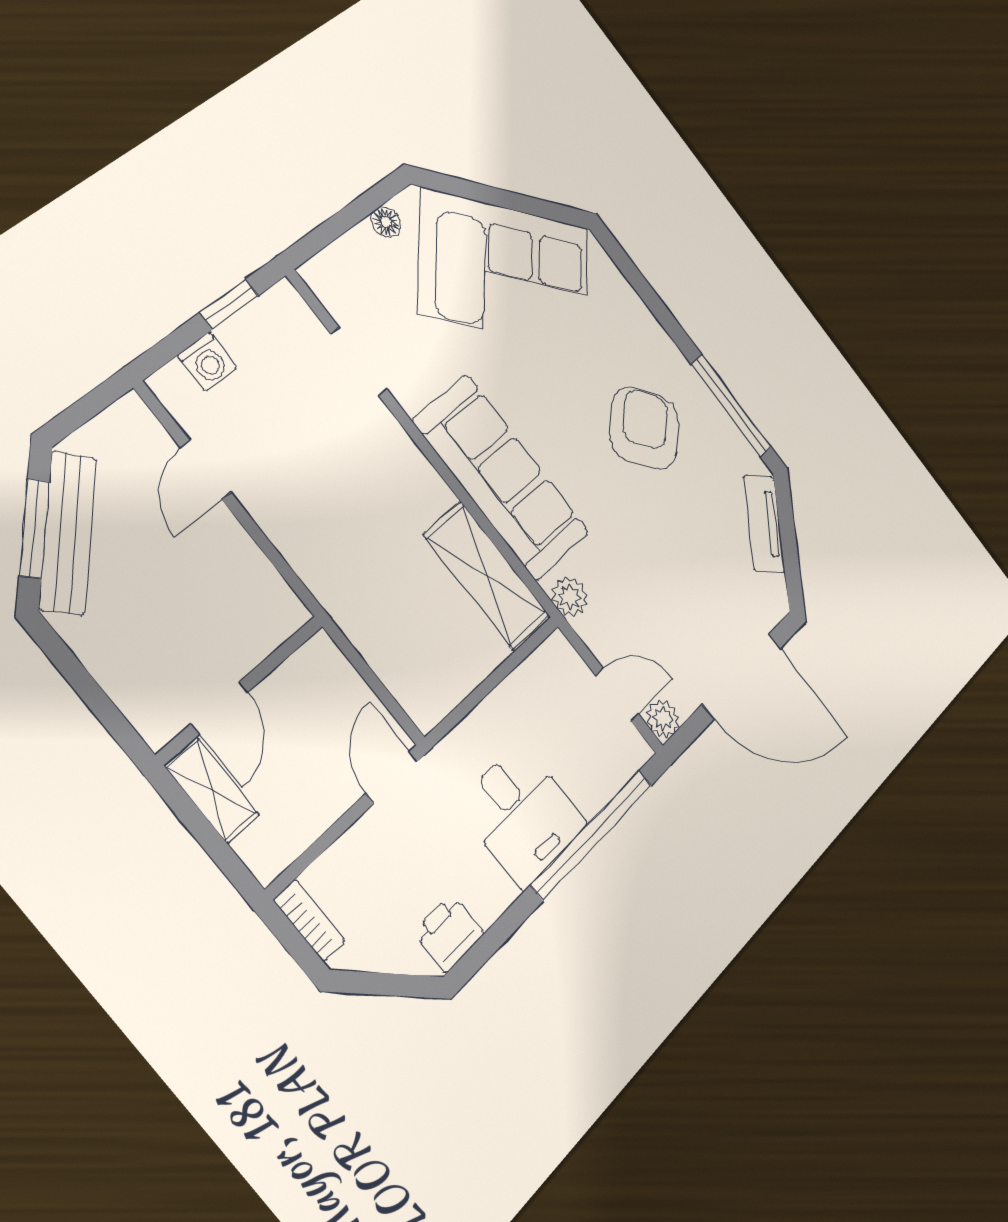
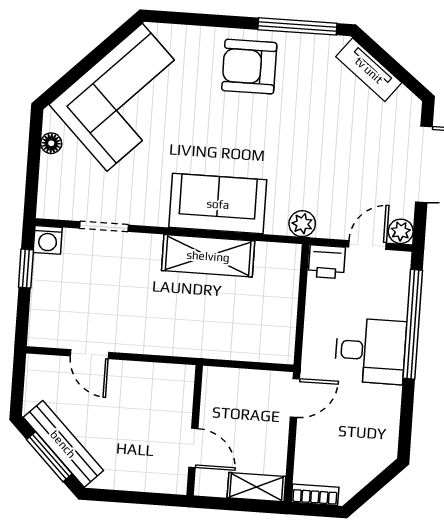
washing machine: (208, 361) -> (48, 240), moved, turned 90
armchair: (644, 428) -> (249, 67), moved, turned -50
sofa: (501, 477) -> (218, 204), width x0.73
shelving: (487, 575) -> (208, 256), moved
door: (392, 777) -> (295, 398), swing flipped
shelving: (212, 790) -> (256, 487), moved
printer: (449, 933) -> (327, 262), moved, turned -90

